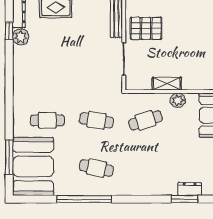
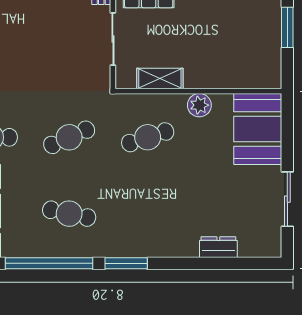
shelving: (167, 84) -> (160, 78), moved
cafe table: (96, 120) -> (69, 137), turned -33
window: (184, 199) -> (126, 263), moved

